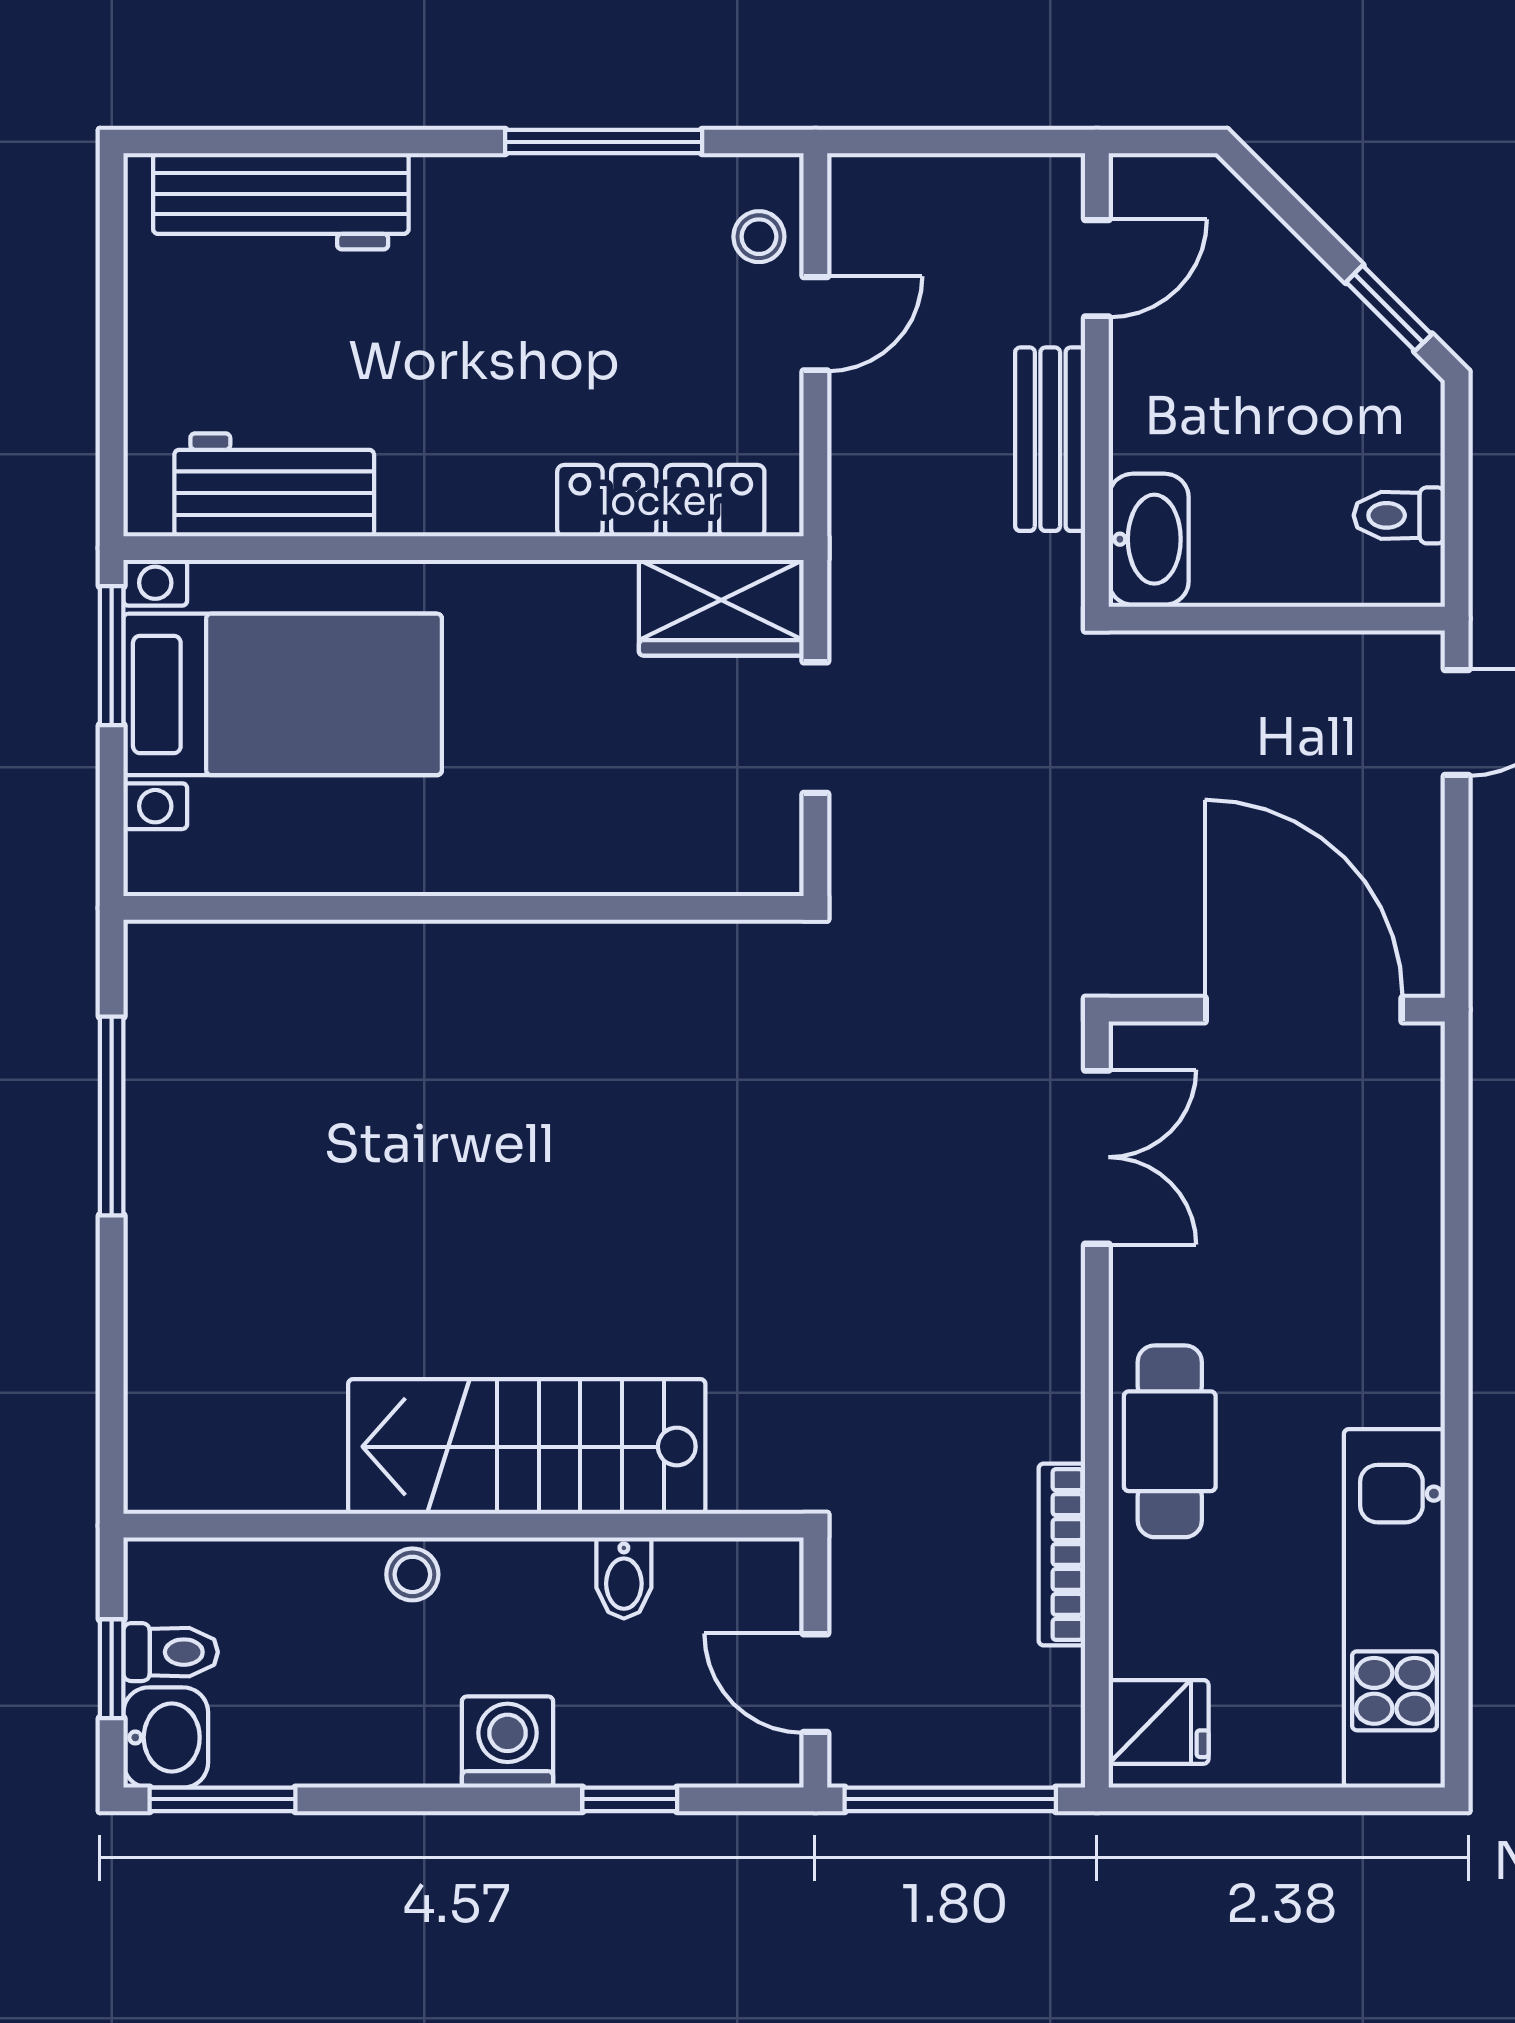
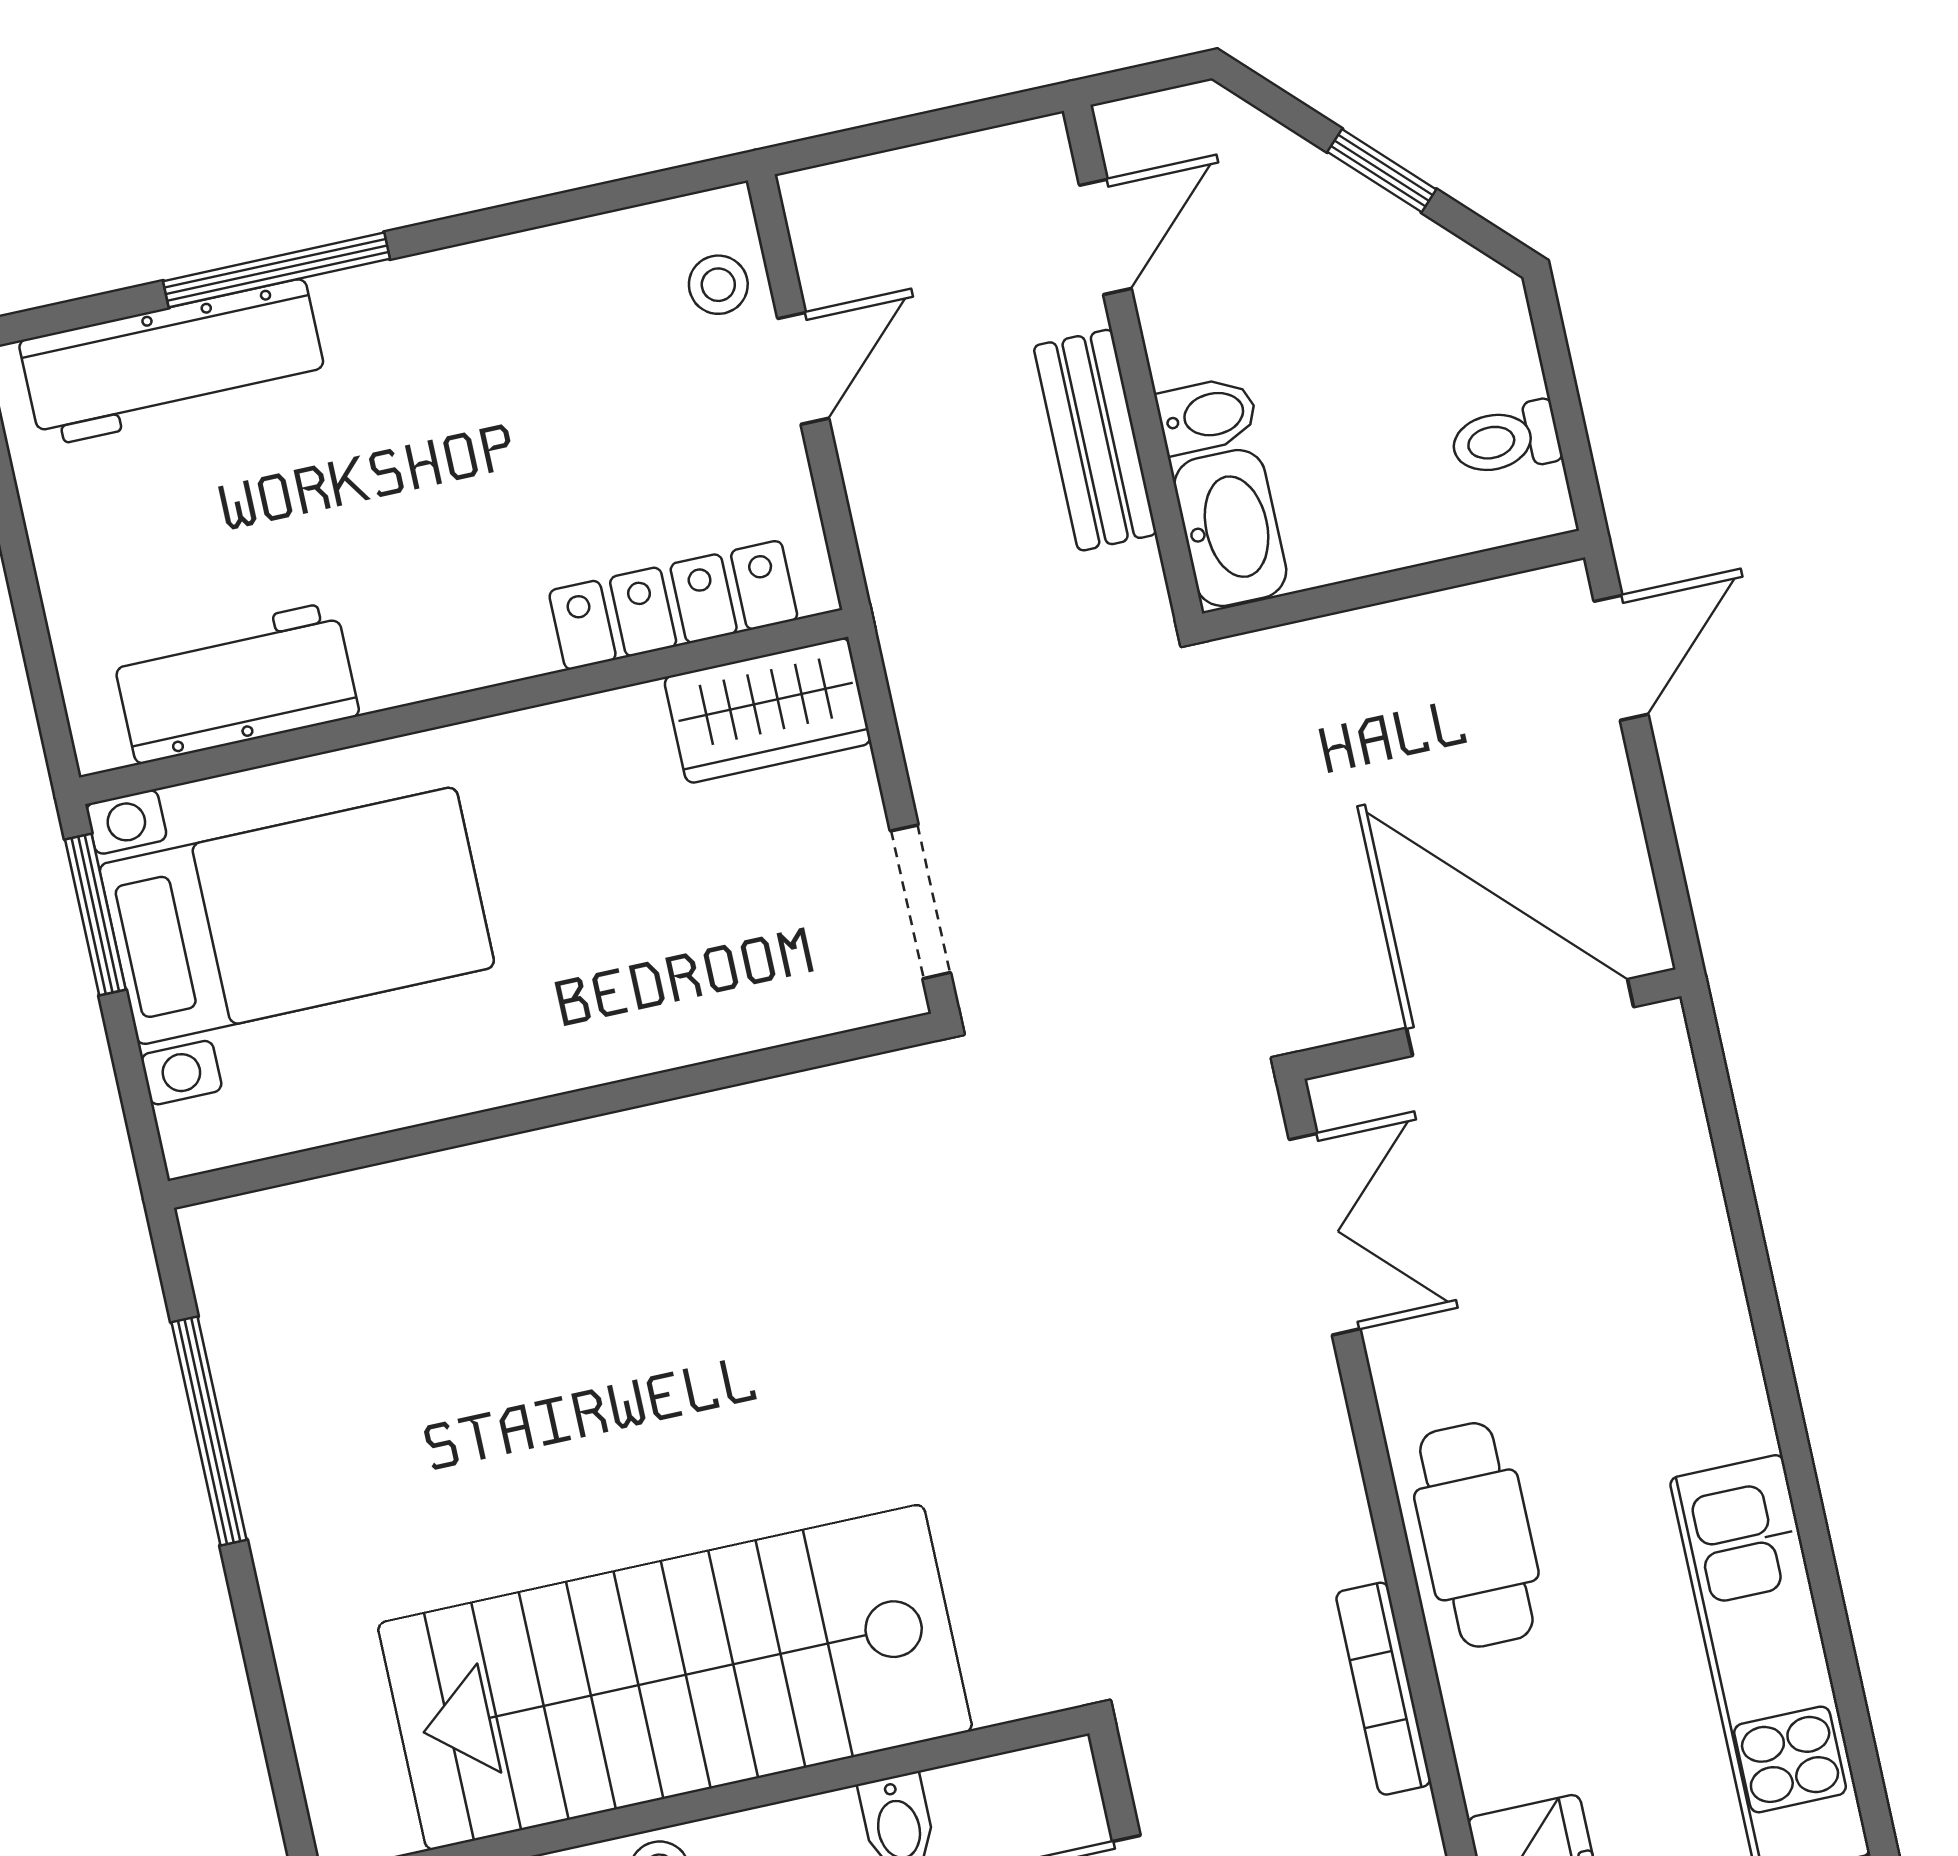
window: (604, 142) -> (277, 270), moved
window: (1389, 308) -> (1382, 171), moved
bidet: (1150, 439) -> (1207, 416), added
doorway: (815, 728) -> (920, 902), moved
stairs: (527, 1447) -> (675, 1677), width x1.36, depth x1.51

